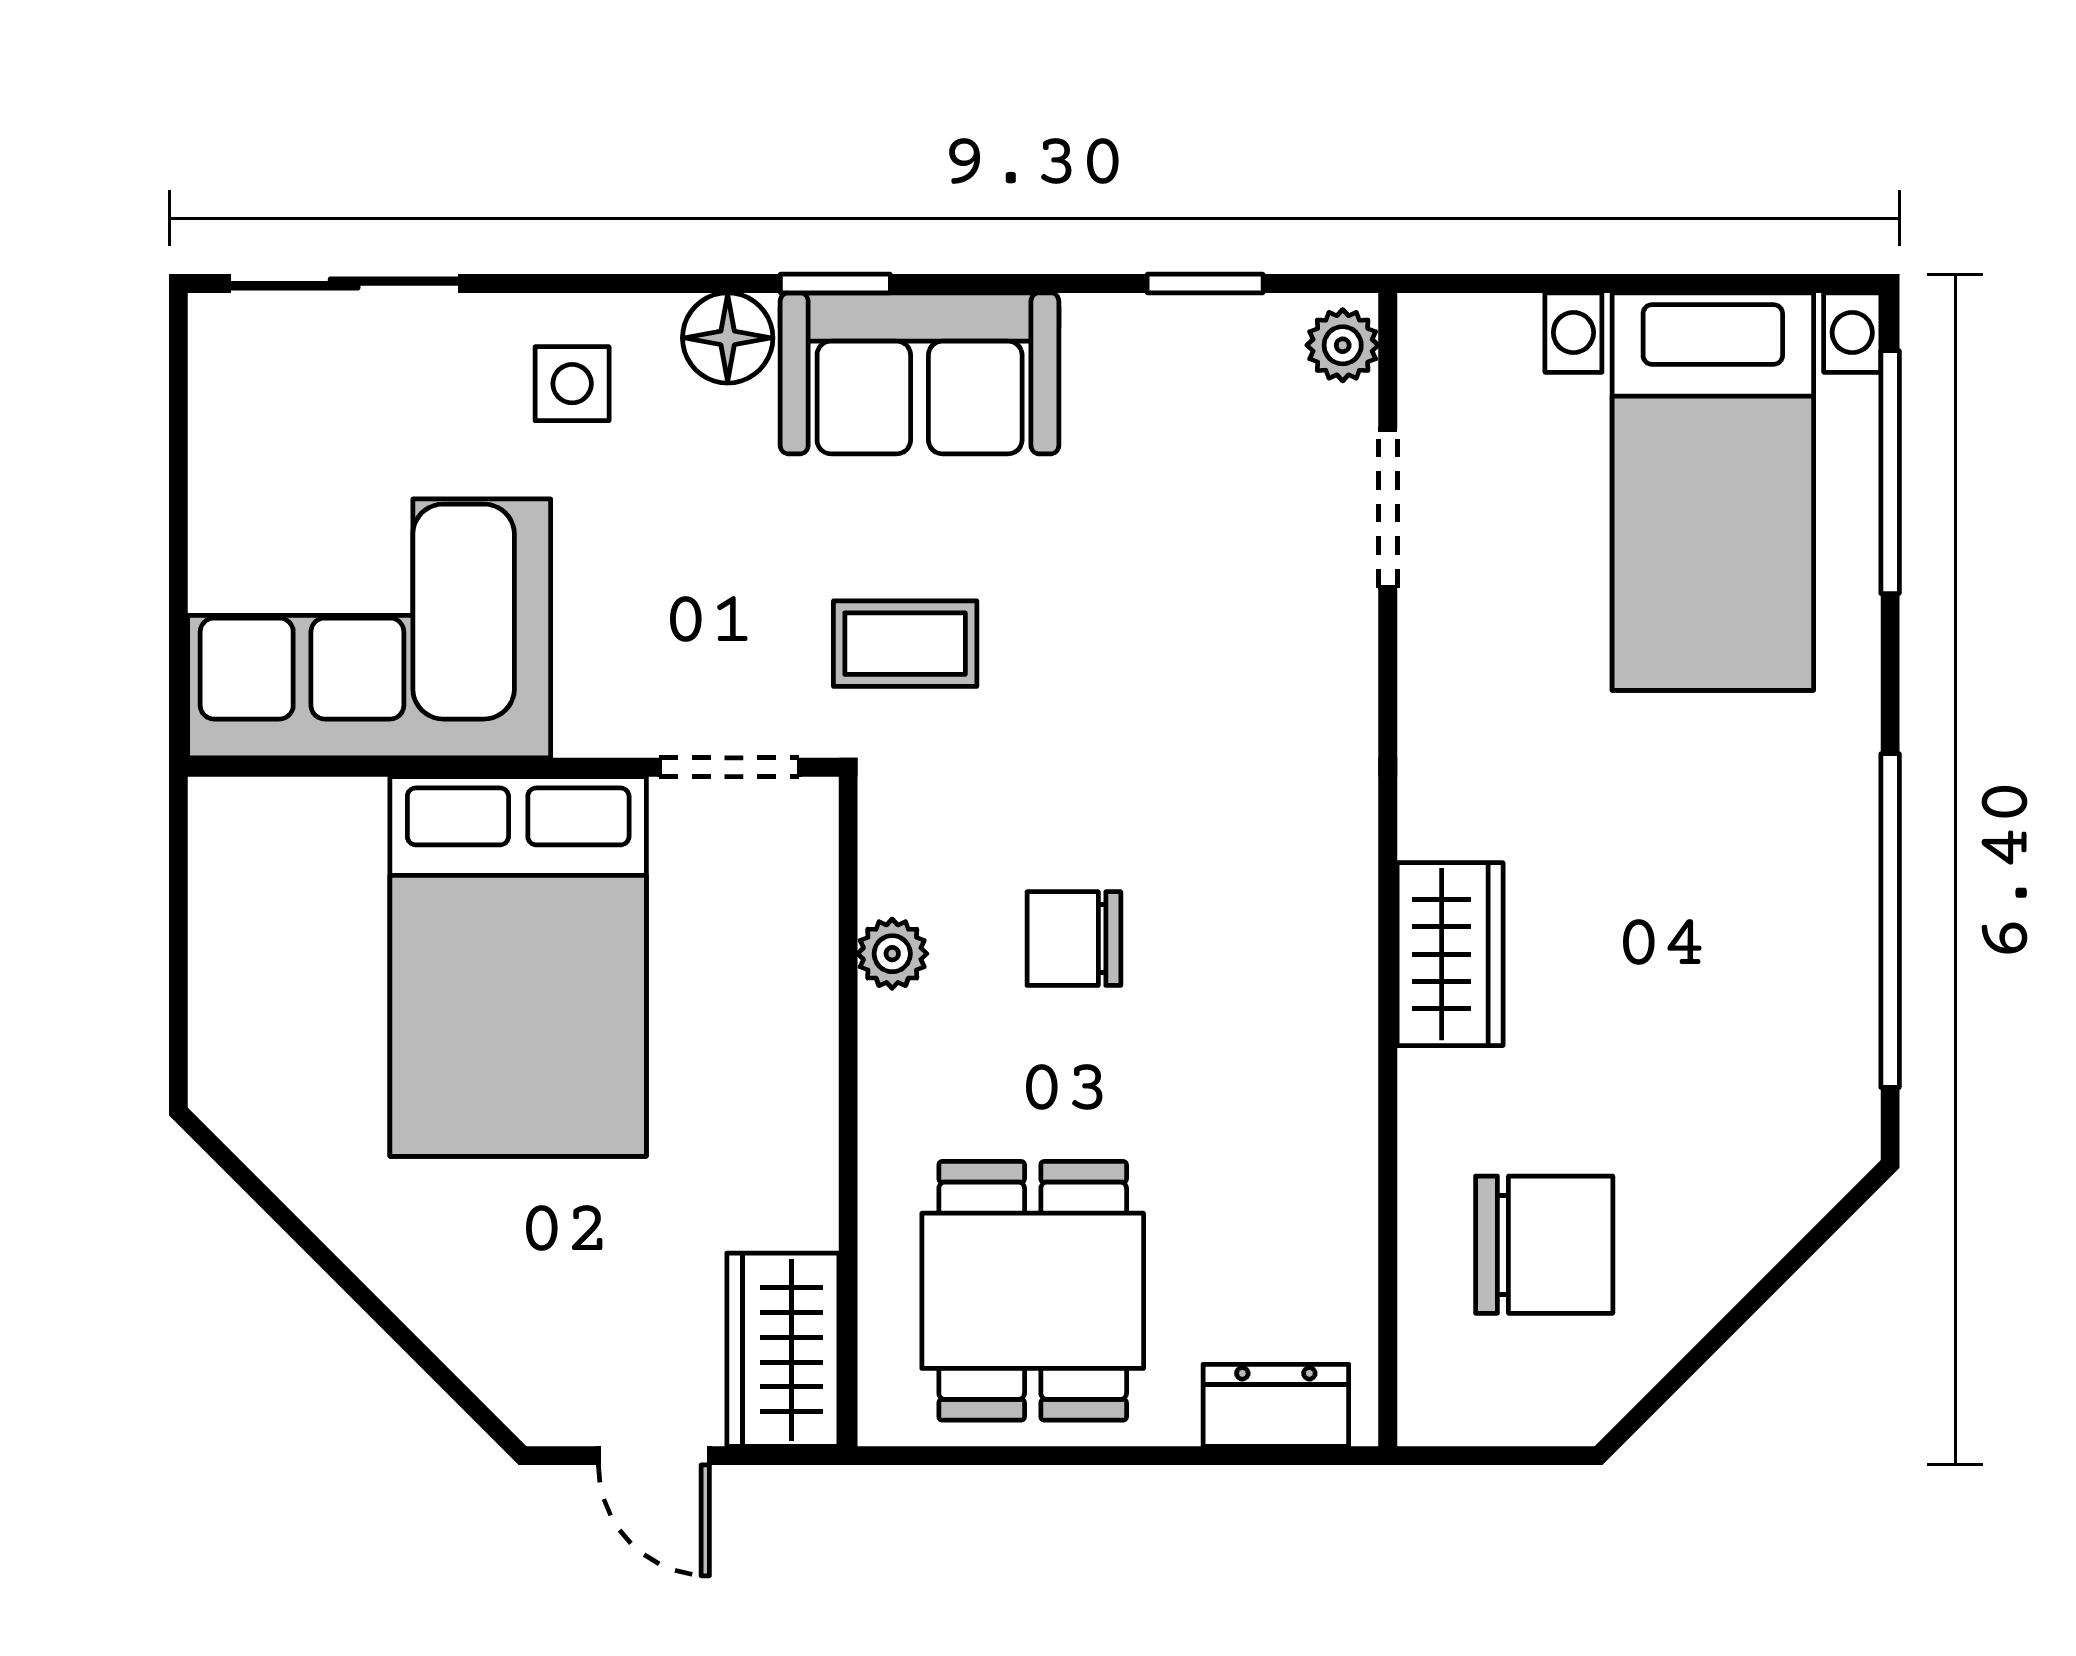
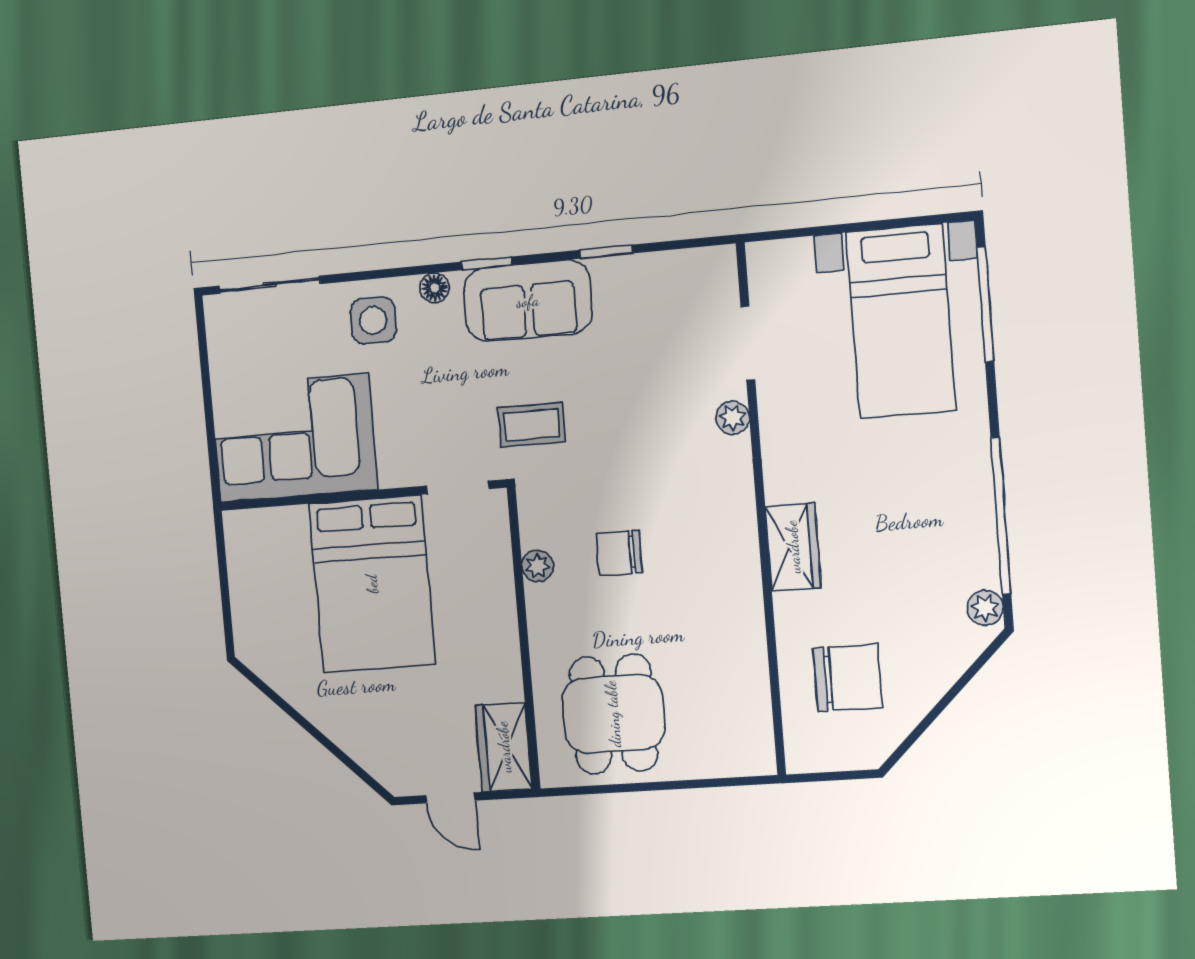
window: (1205, 283) -> (606, 252), moved
floor lamp: (728, 338) -> (435, 288), width x0.73, depth x0.73
plant: (1343, 345) -> (733, 418), moved
side table: (572, 384) -> (373, 320), width x1.37, depth x1.37
plant: (1843, 1114) -> (985, 608), added
dresser: (1276, 1405) -> (729, 759), removed

